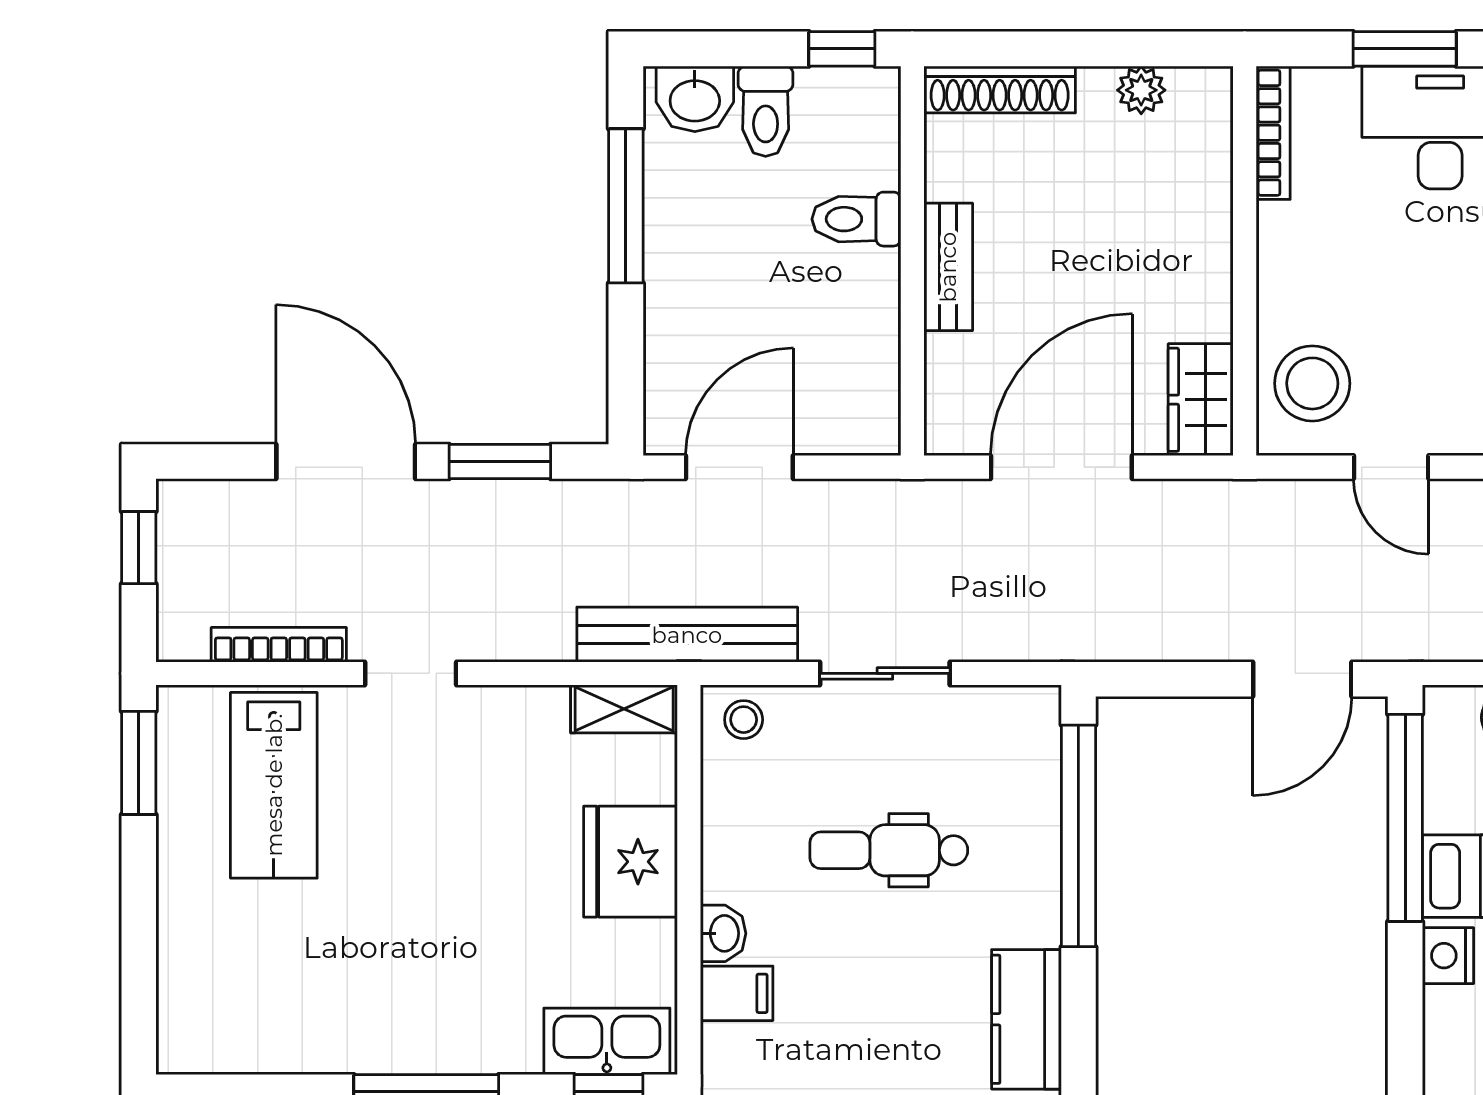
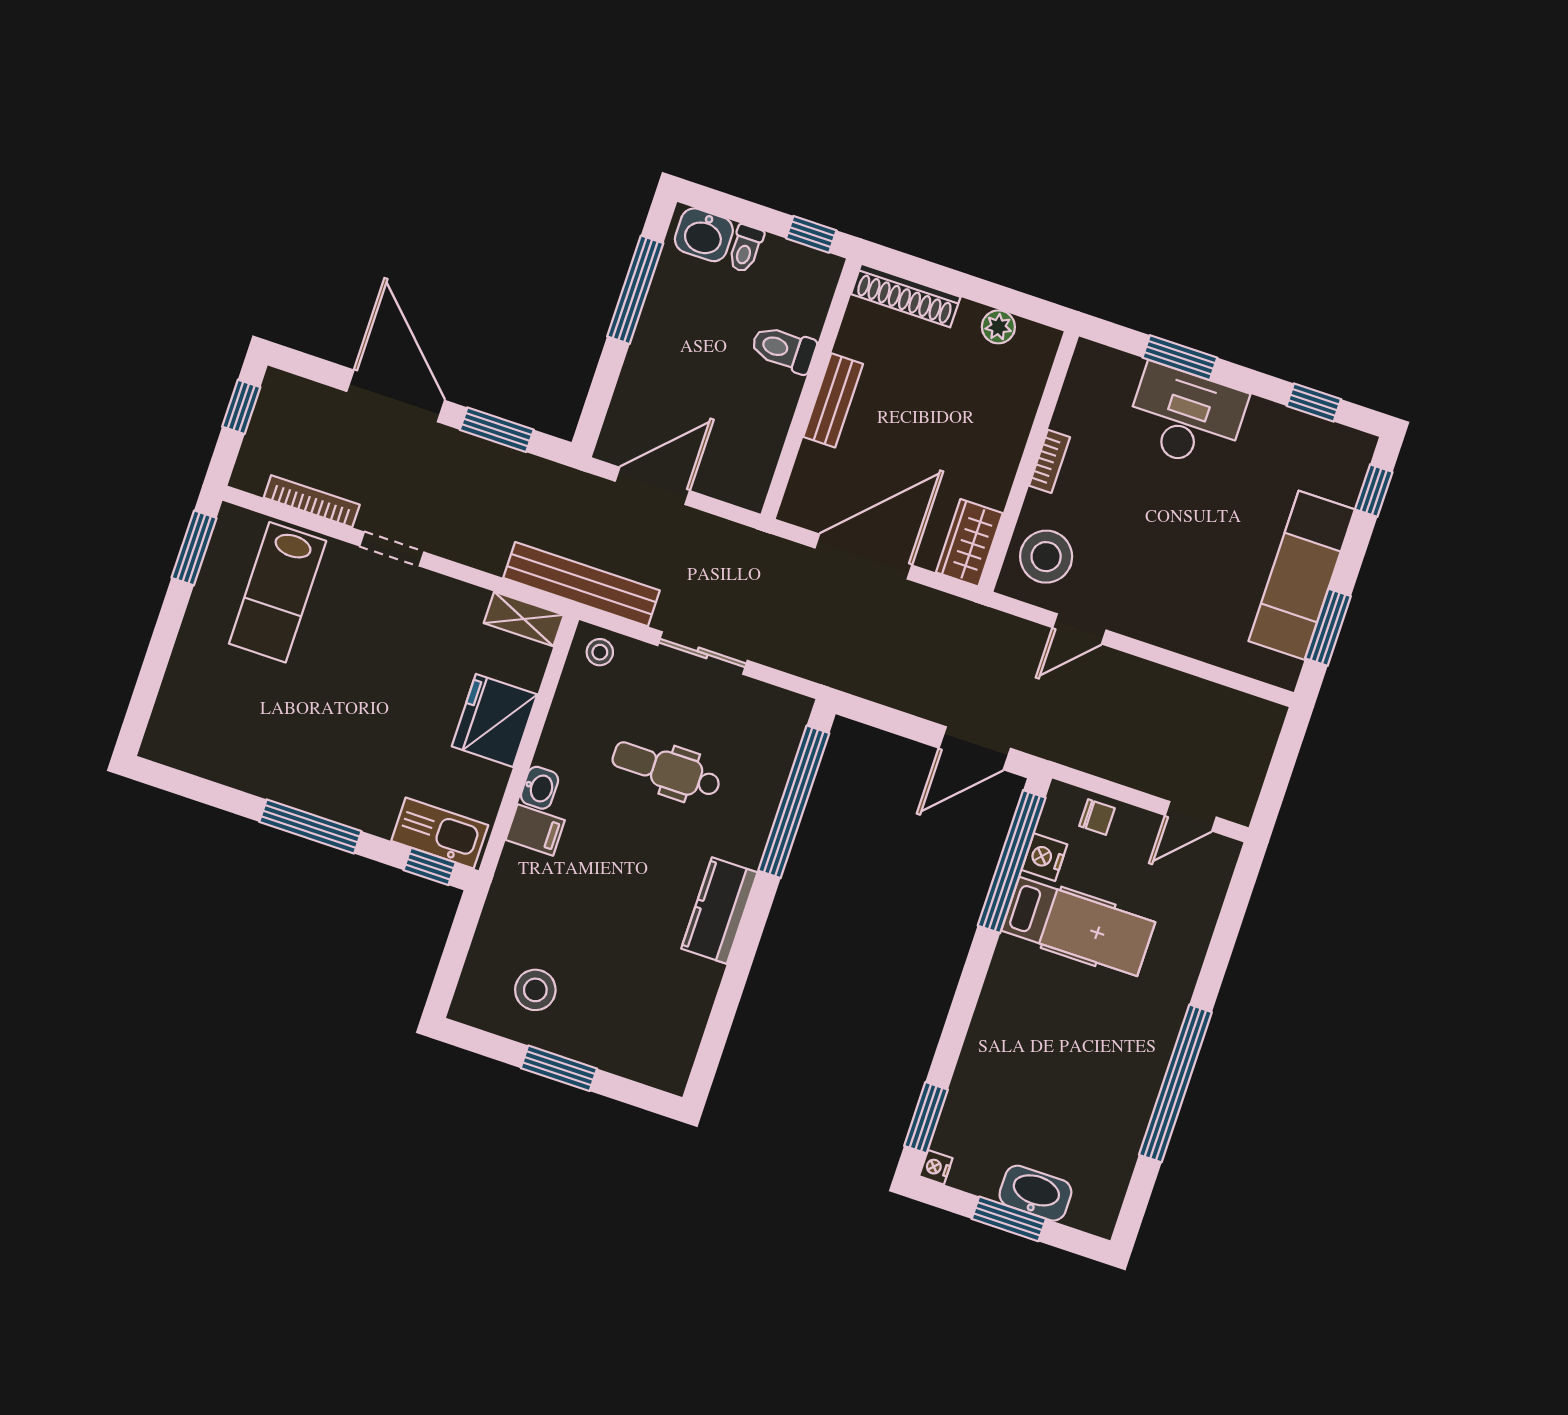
toilet: (766, 111) -> (745, 249), width x0.73, depth x0.72
bookcase: (1273, 133) -> (1049, 461), moved, width x0.64
door: (1391, 467) -> (1079, 629), hinge flipped
nightstand: (1448, 956) -> (1044, 857), moved

